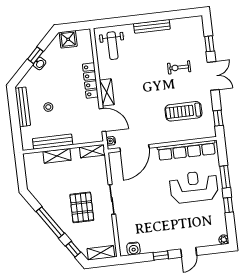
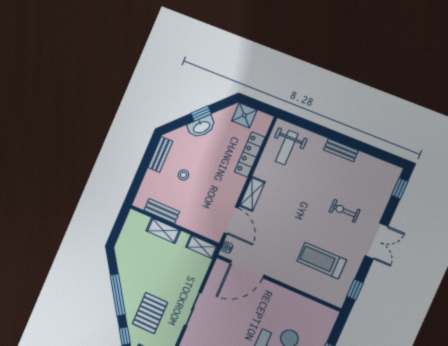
bench: (152, 26) -> (341, 150), width x0.73
window: (209, 44) -> (400, 188), moved
washbasin: (40, 63) -> (201, 127), width x1.91, depth x1.45
locker: (90, 81) -> (250, 155), moved
bench: (23, 107) -> (160, 154), width x0.73
bench: (53, 142) -> (162, 211), width x0.73
row of seats: (187, 150) -> (301, 304), removed
pallet: (82, 207) -> (150, 313), moved

